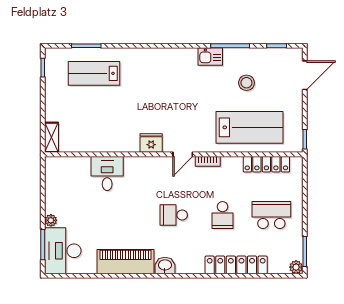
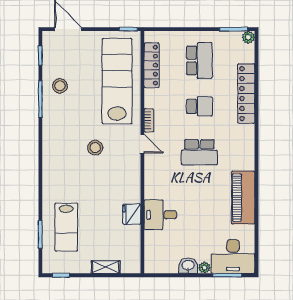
kitchen sink: (210, 57) -> (50, 118), removed
stool: (246, 83) -> (60, 86), moved
stool: (179, 104) -> (95, 148), added
lab bench: (249, 127) -> (117, 81), width x1.36
shelving: (51, 137) -> (106, 267), moved
fridge: (151, 143) -> (132, 214), moved
school desk: (174, 215) -> (199, 152), width x1.85
school desk: (271, 215) -> (199, 60), turned 180
washbasin: (165, 265) -> (188, 266), moved, turned 90

